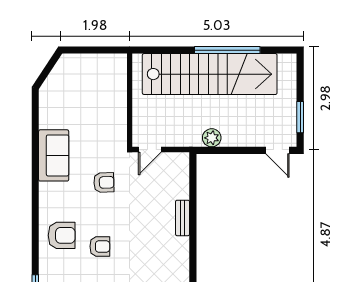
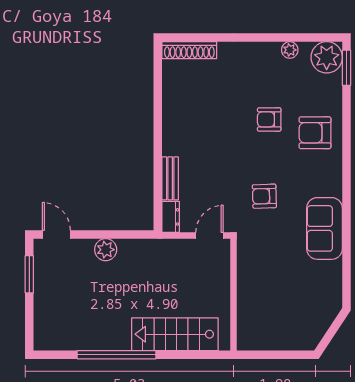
stairs: (210, 74) -> (175, 334), width x0.54, depth x0.66
plant: (212, 138) -> (106, 250), moved
dresser: (182, 165) -> (171, 217), added
bench: (183, 218) -> (170, 178), moved

